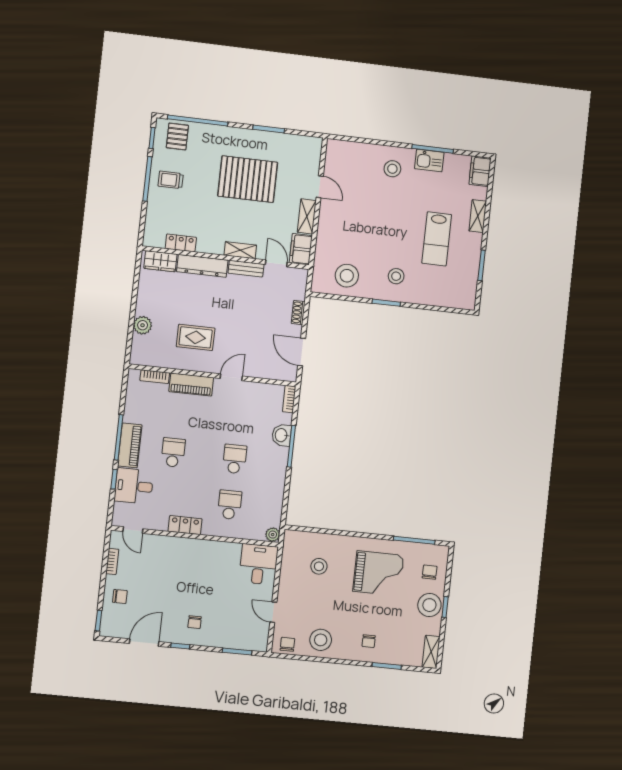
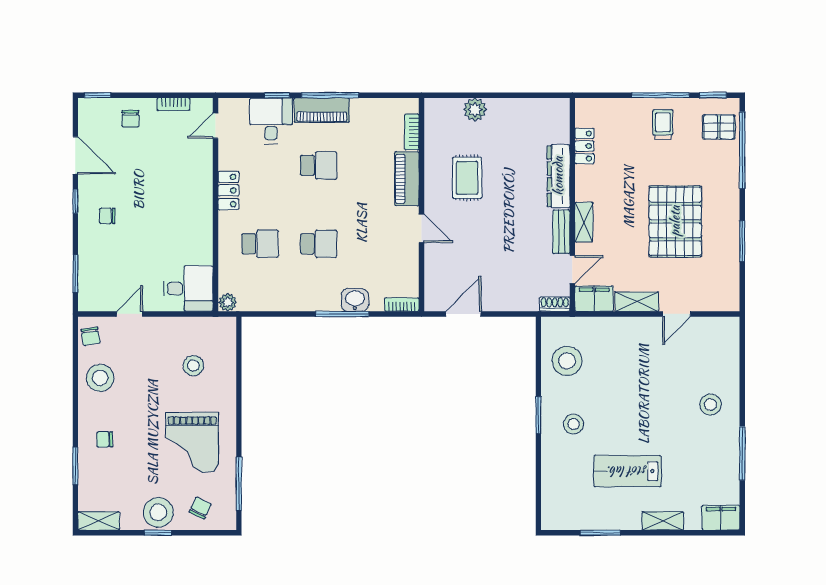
kitchen sink: (429, 161) -> (727, 451), removed
wardrobe: (160, 261) -> (558, 123), removed
shoe rack: (298, 313) -> (555, 304), moved
chair: (430, 572) -> (200, 508), turned -66
chair: (287, 644) -> (91, 336), turned 81

